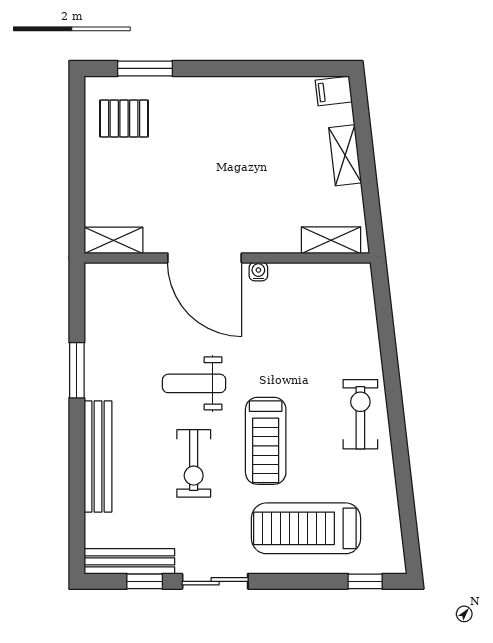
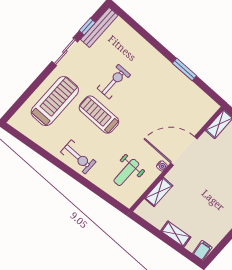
shelving: (331, 240) -> (159, 192), moved
weight bench: (194, 383) -> (126, 172), moved, turned 180
bench: (98, 457) -> (147, 50), removed
exercise bike: (194, 463) -> (114, 82), turned 90
window: (365, 581) -> (17, 105), removed

